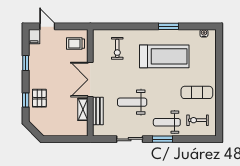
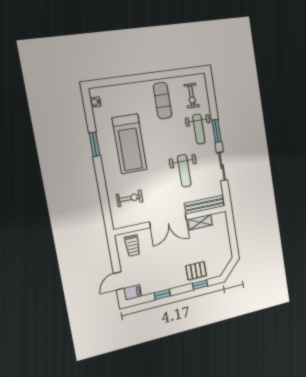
treadmill: (164, 56) -> (129, 144), turned 180
bench: (98, 111) -> (204, 205), width x1.36

